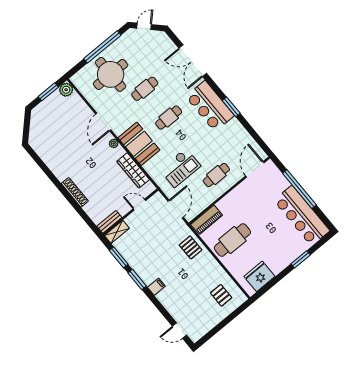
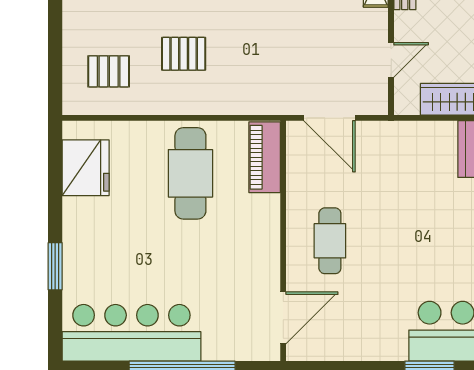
checkout: (180, 168) -> (396, 187), removed
door: (255, 169) -> (283, 318), hinge flipped
pallet: (191, 247) -> (184, 54), moved

